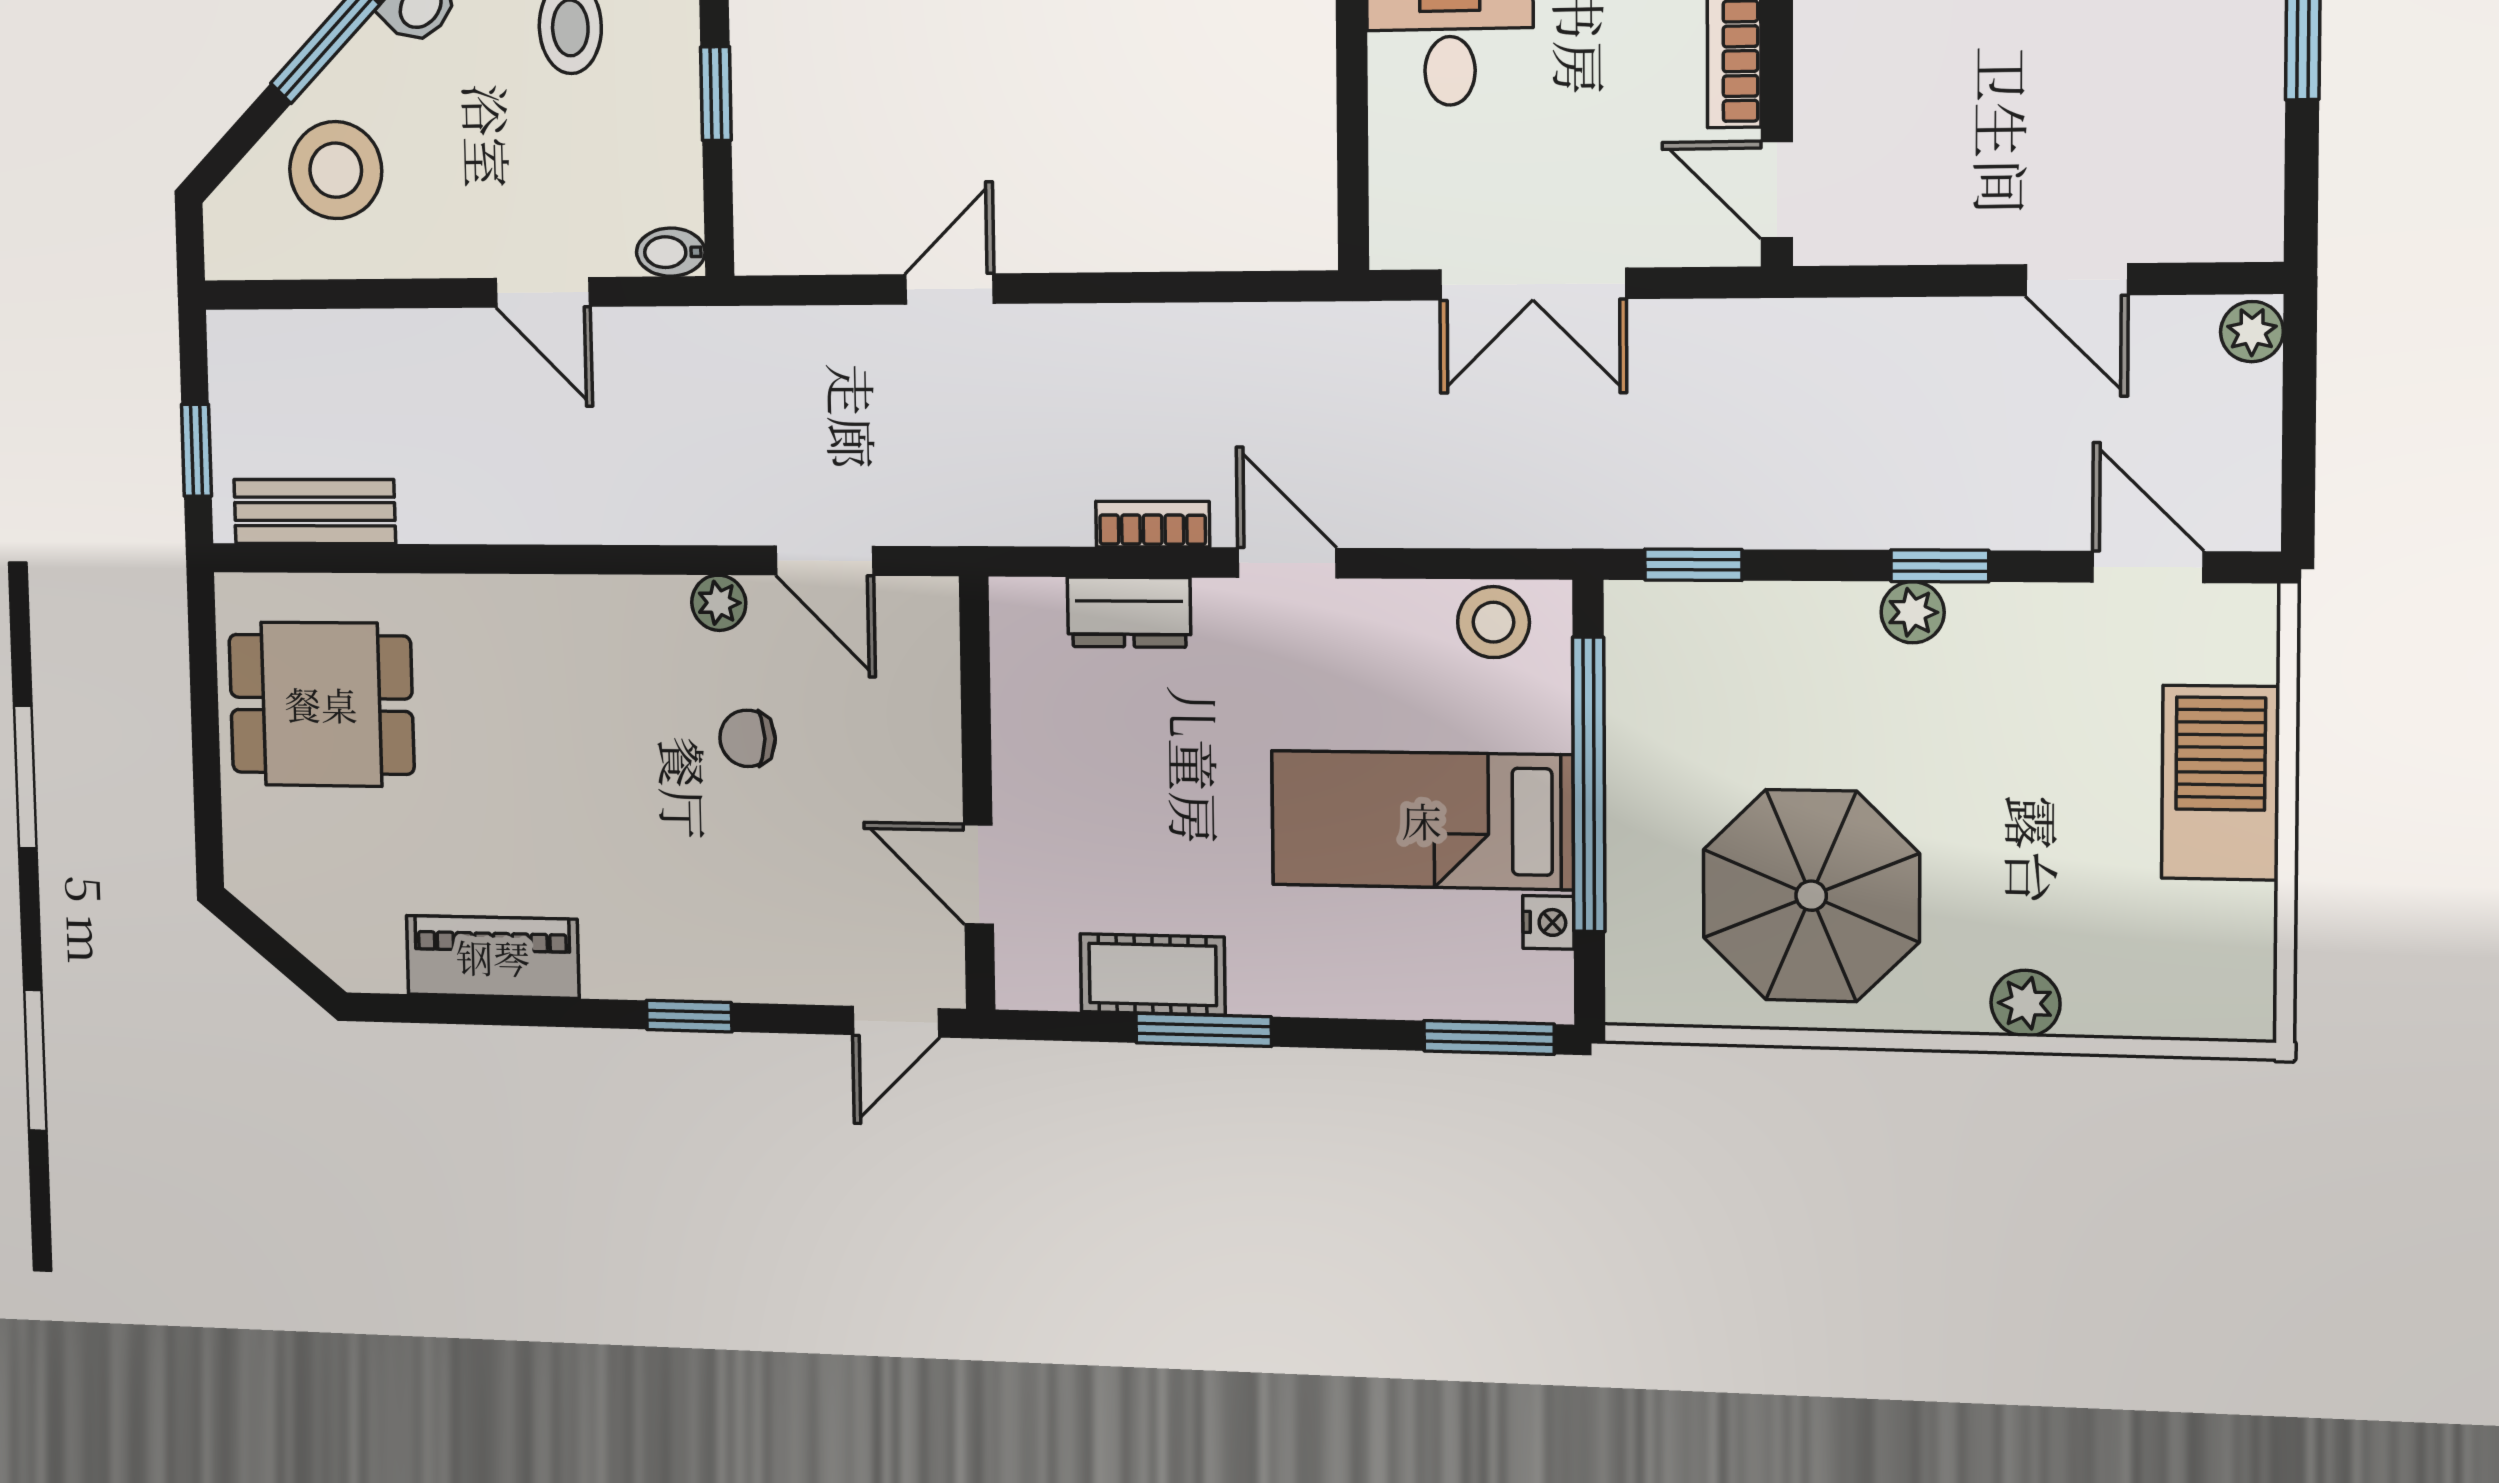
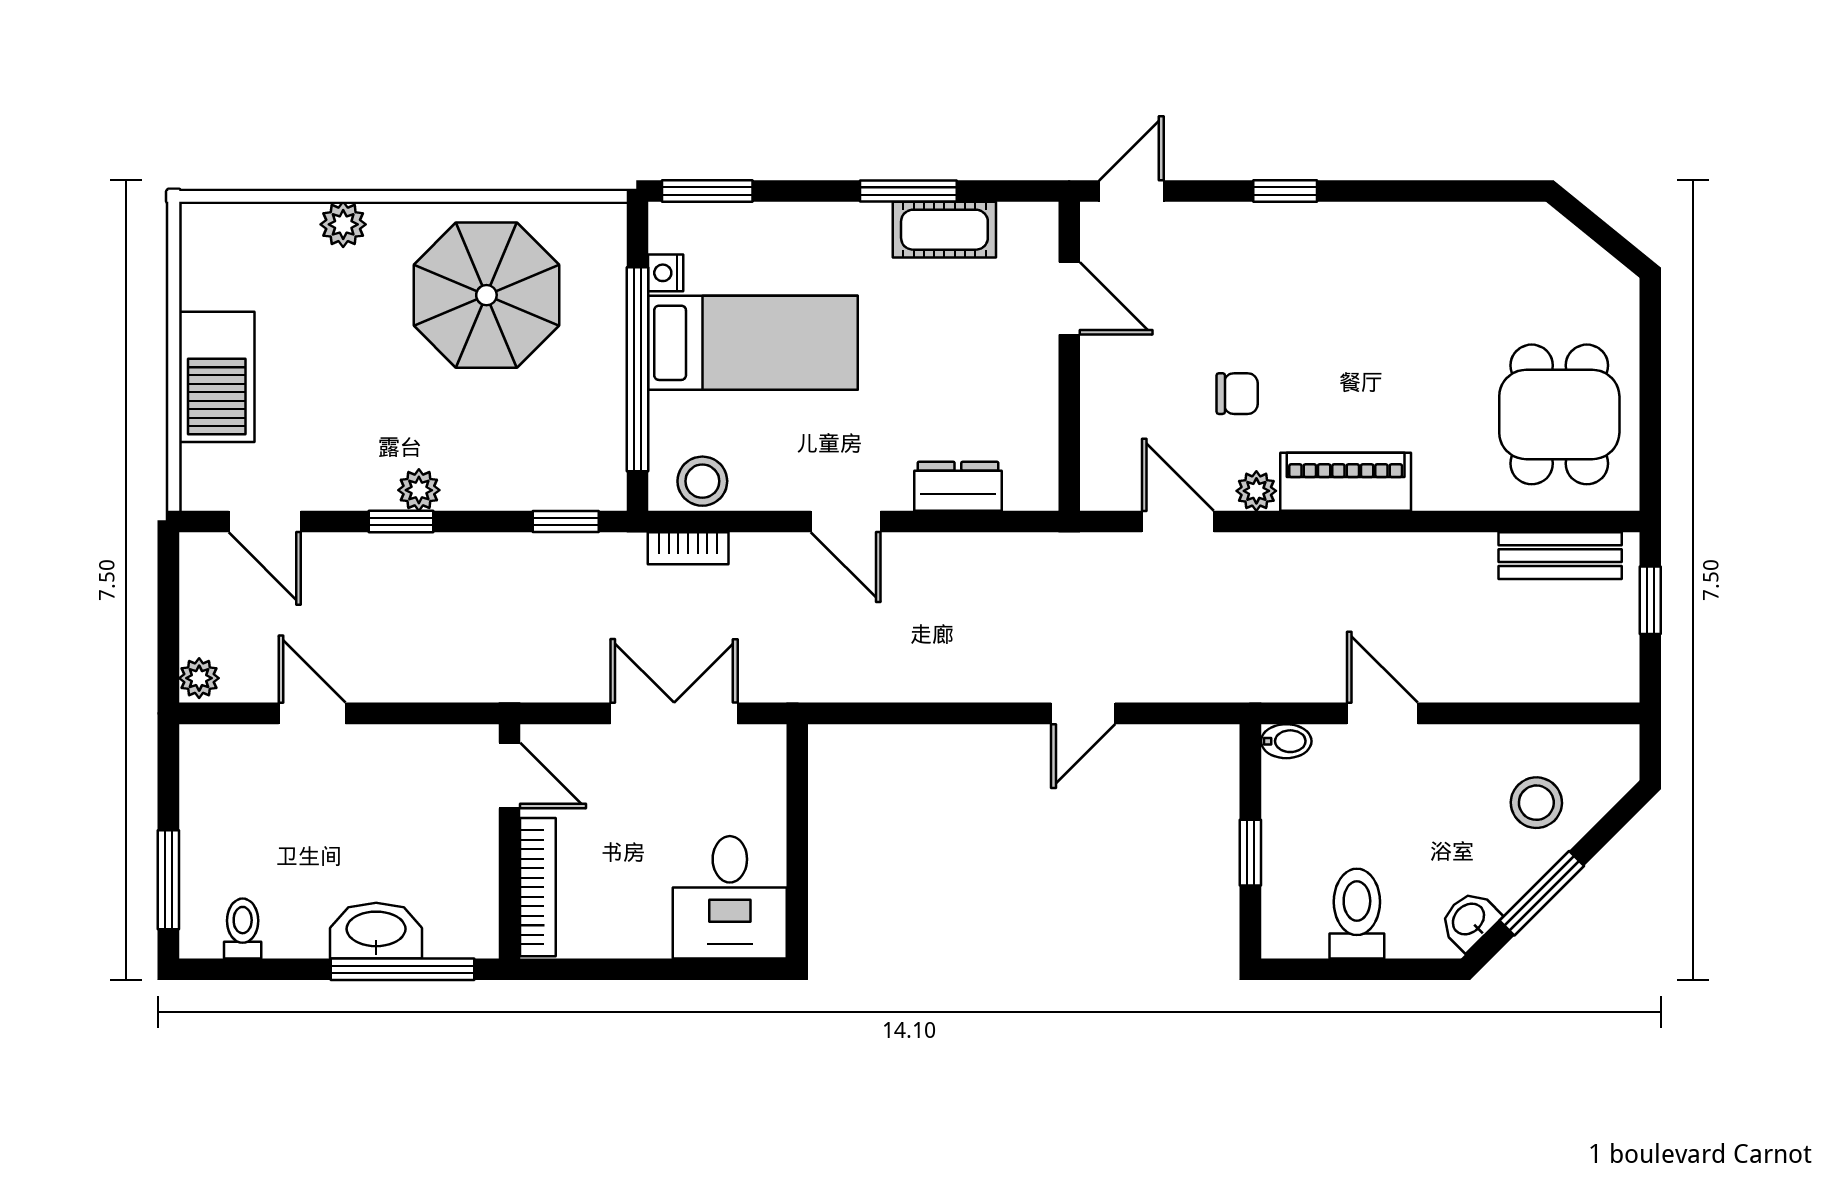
stool: (336, 170) -> (1536, 803), width x0.73, depth x0.73
bookcase: (1153, 524) -> (688, 548), moved
dining table: (321, 704) -> (1559, 414), turned 90
piano: (493, 957) -> (1346, 482), moved, turned 180

